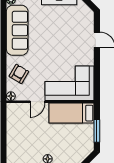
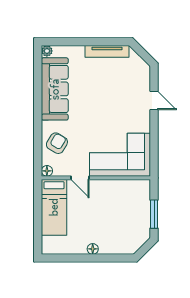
door: (37, 102) -> (80, 178), hinge flipped
bed: (71, 113) -> (54, 207), moved, turned -90

